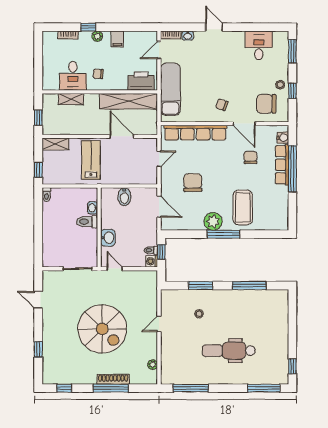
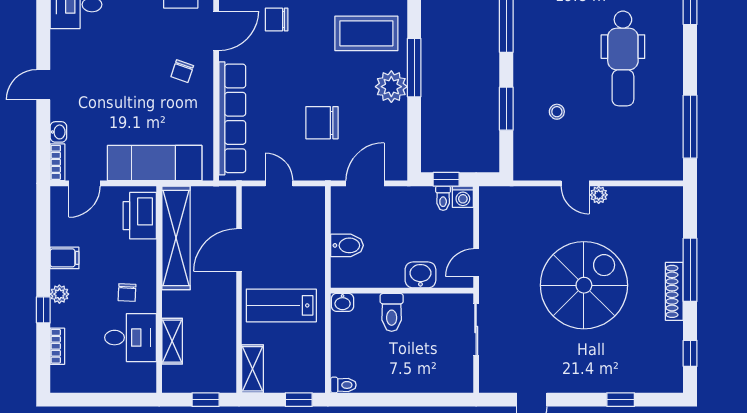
door: (159, 50) -> (84, 183), hinge flipped
washbasin: (93, 208) -> (343, 302), moved
plant: (153, 365) -> (599, 195), moved
shoe rack: (113, 379) -> (674, 291), moved

